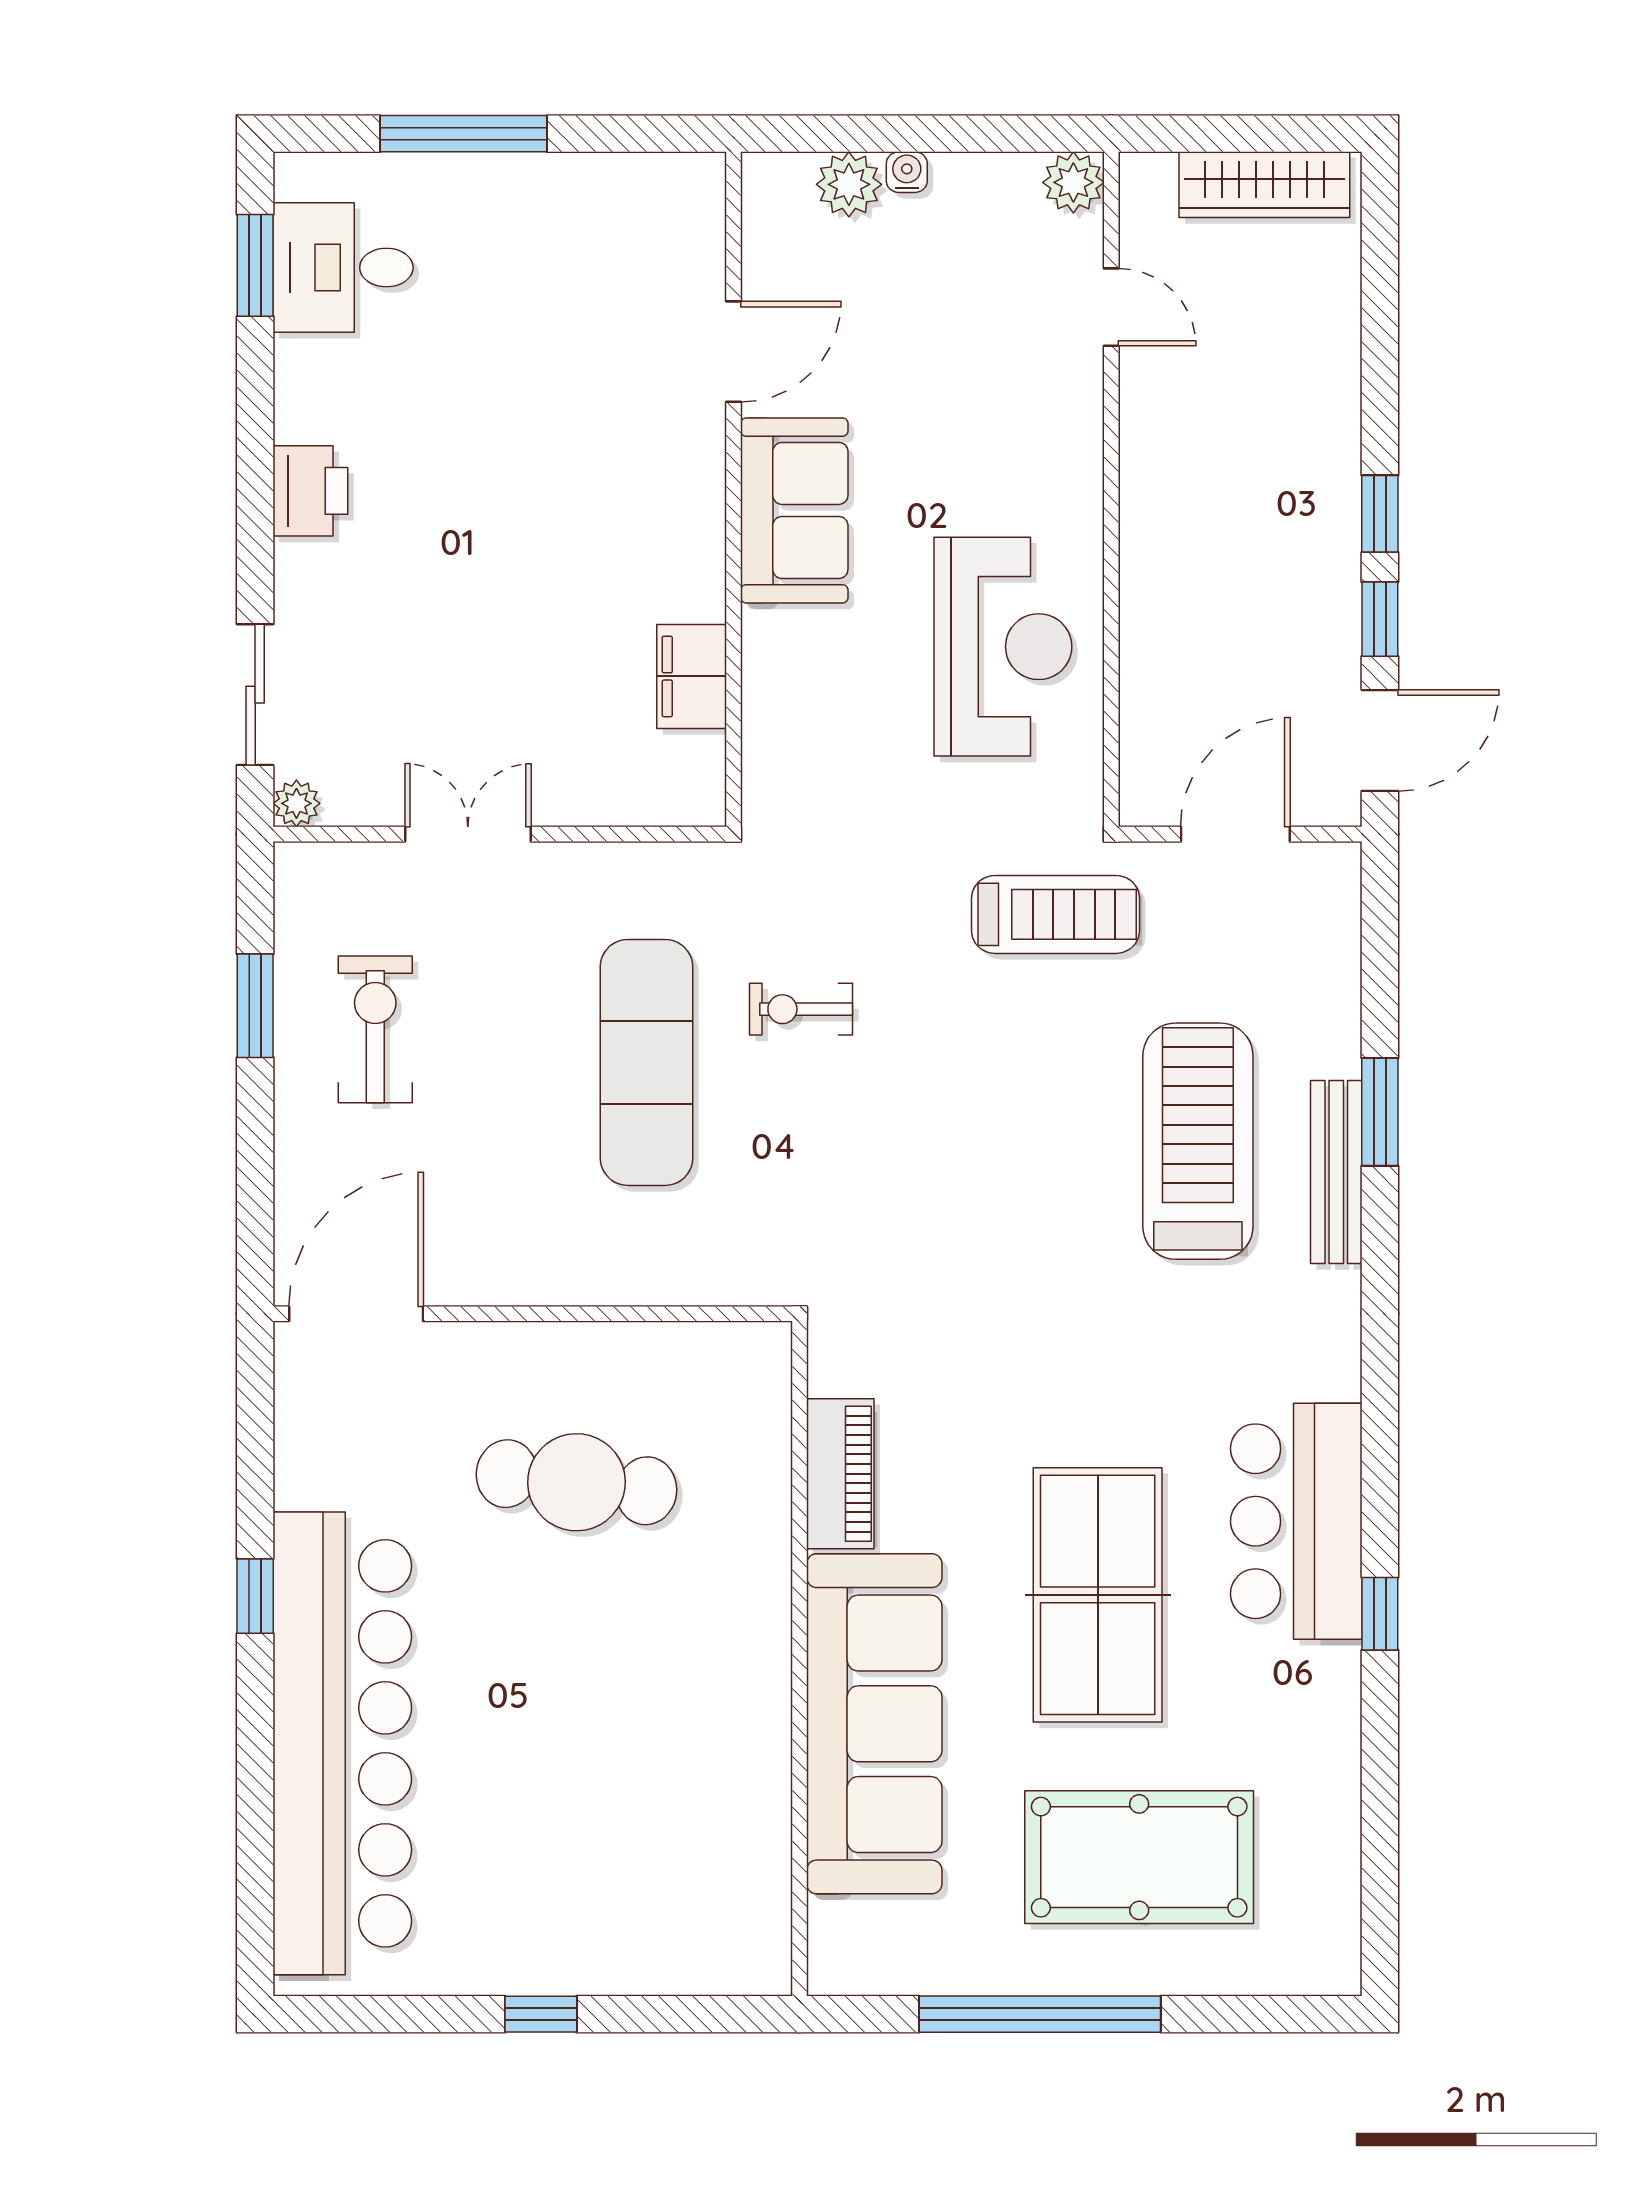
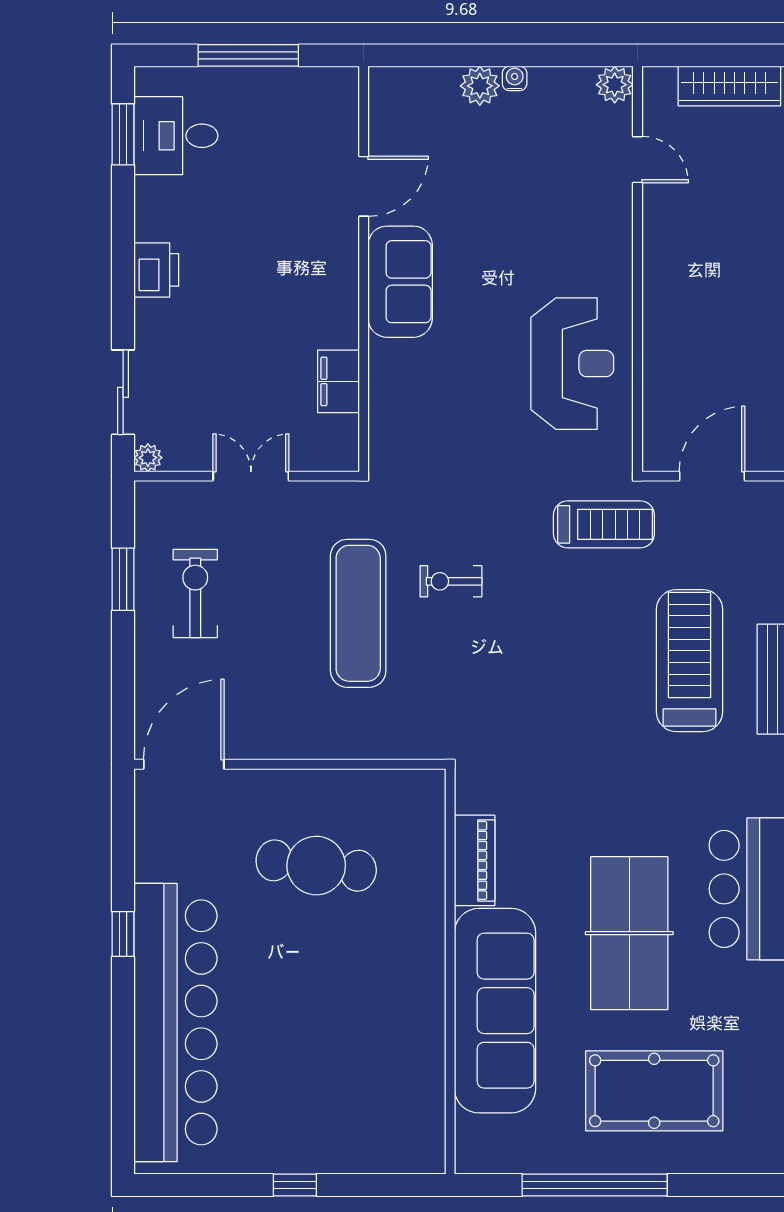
door: (734, 352) -> (364, 186), moved
wall: (734, 489) -> (364, 269), moved
sofa: (794, 510) -> (400, 282), moved
filing cabinet: (692, 676) -> (338, 381), moved

